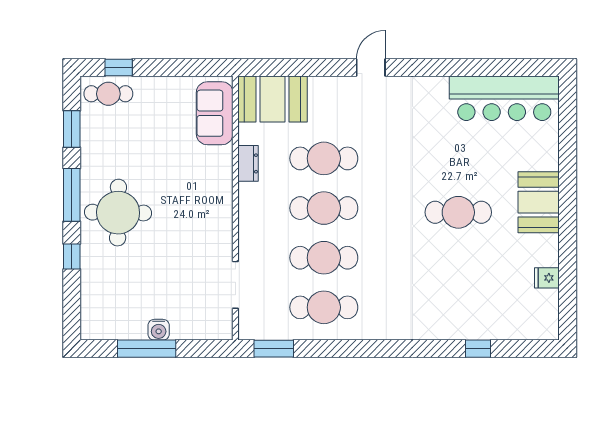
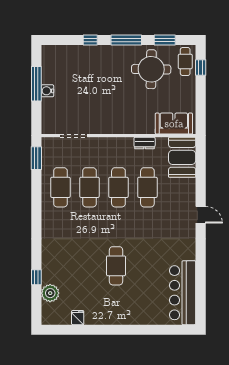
booth: (539, 202) -> (122, 313), removed
round table: (118, 213) -> (151, 69), moved
plant: (505, 325) -> (50, 293), added

